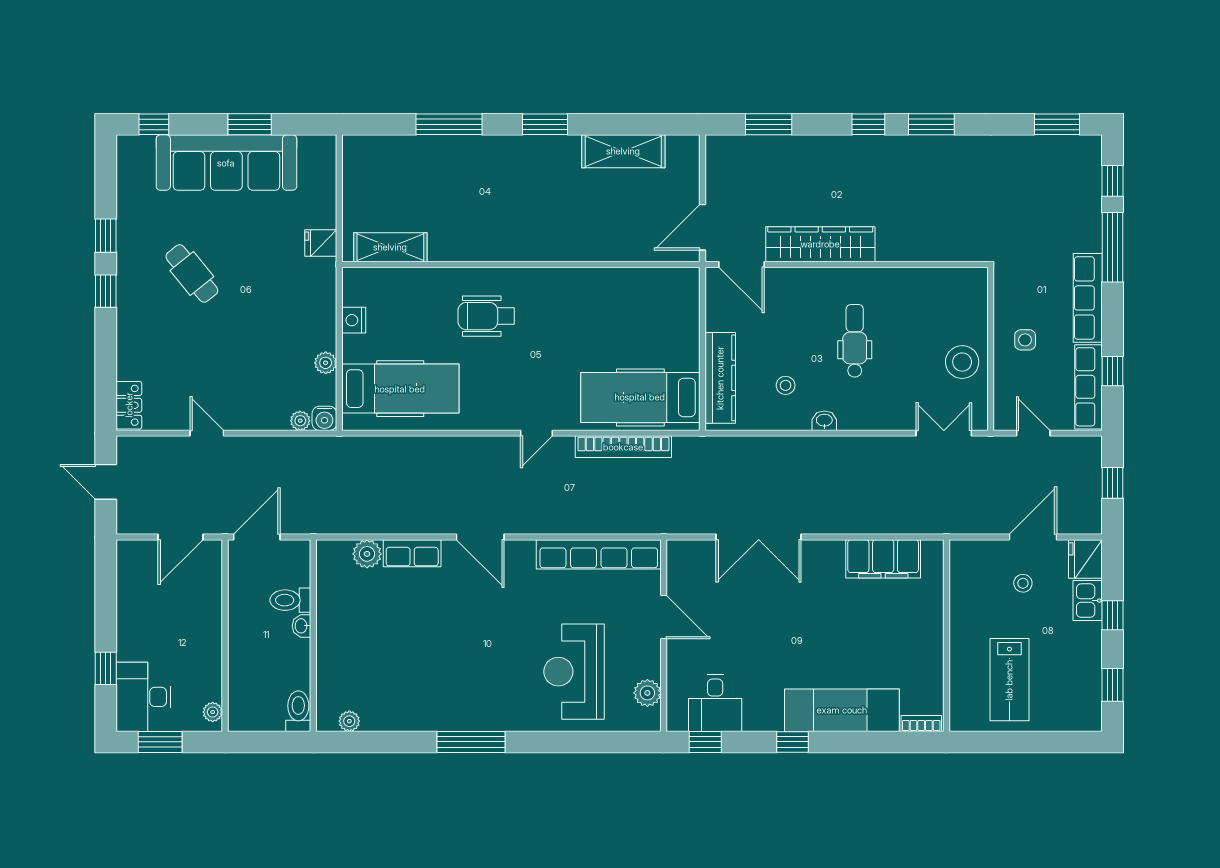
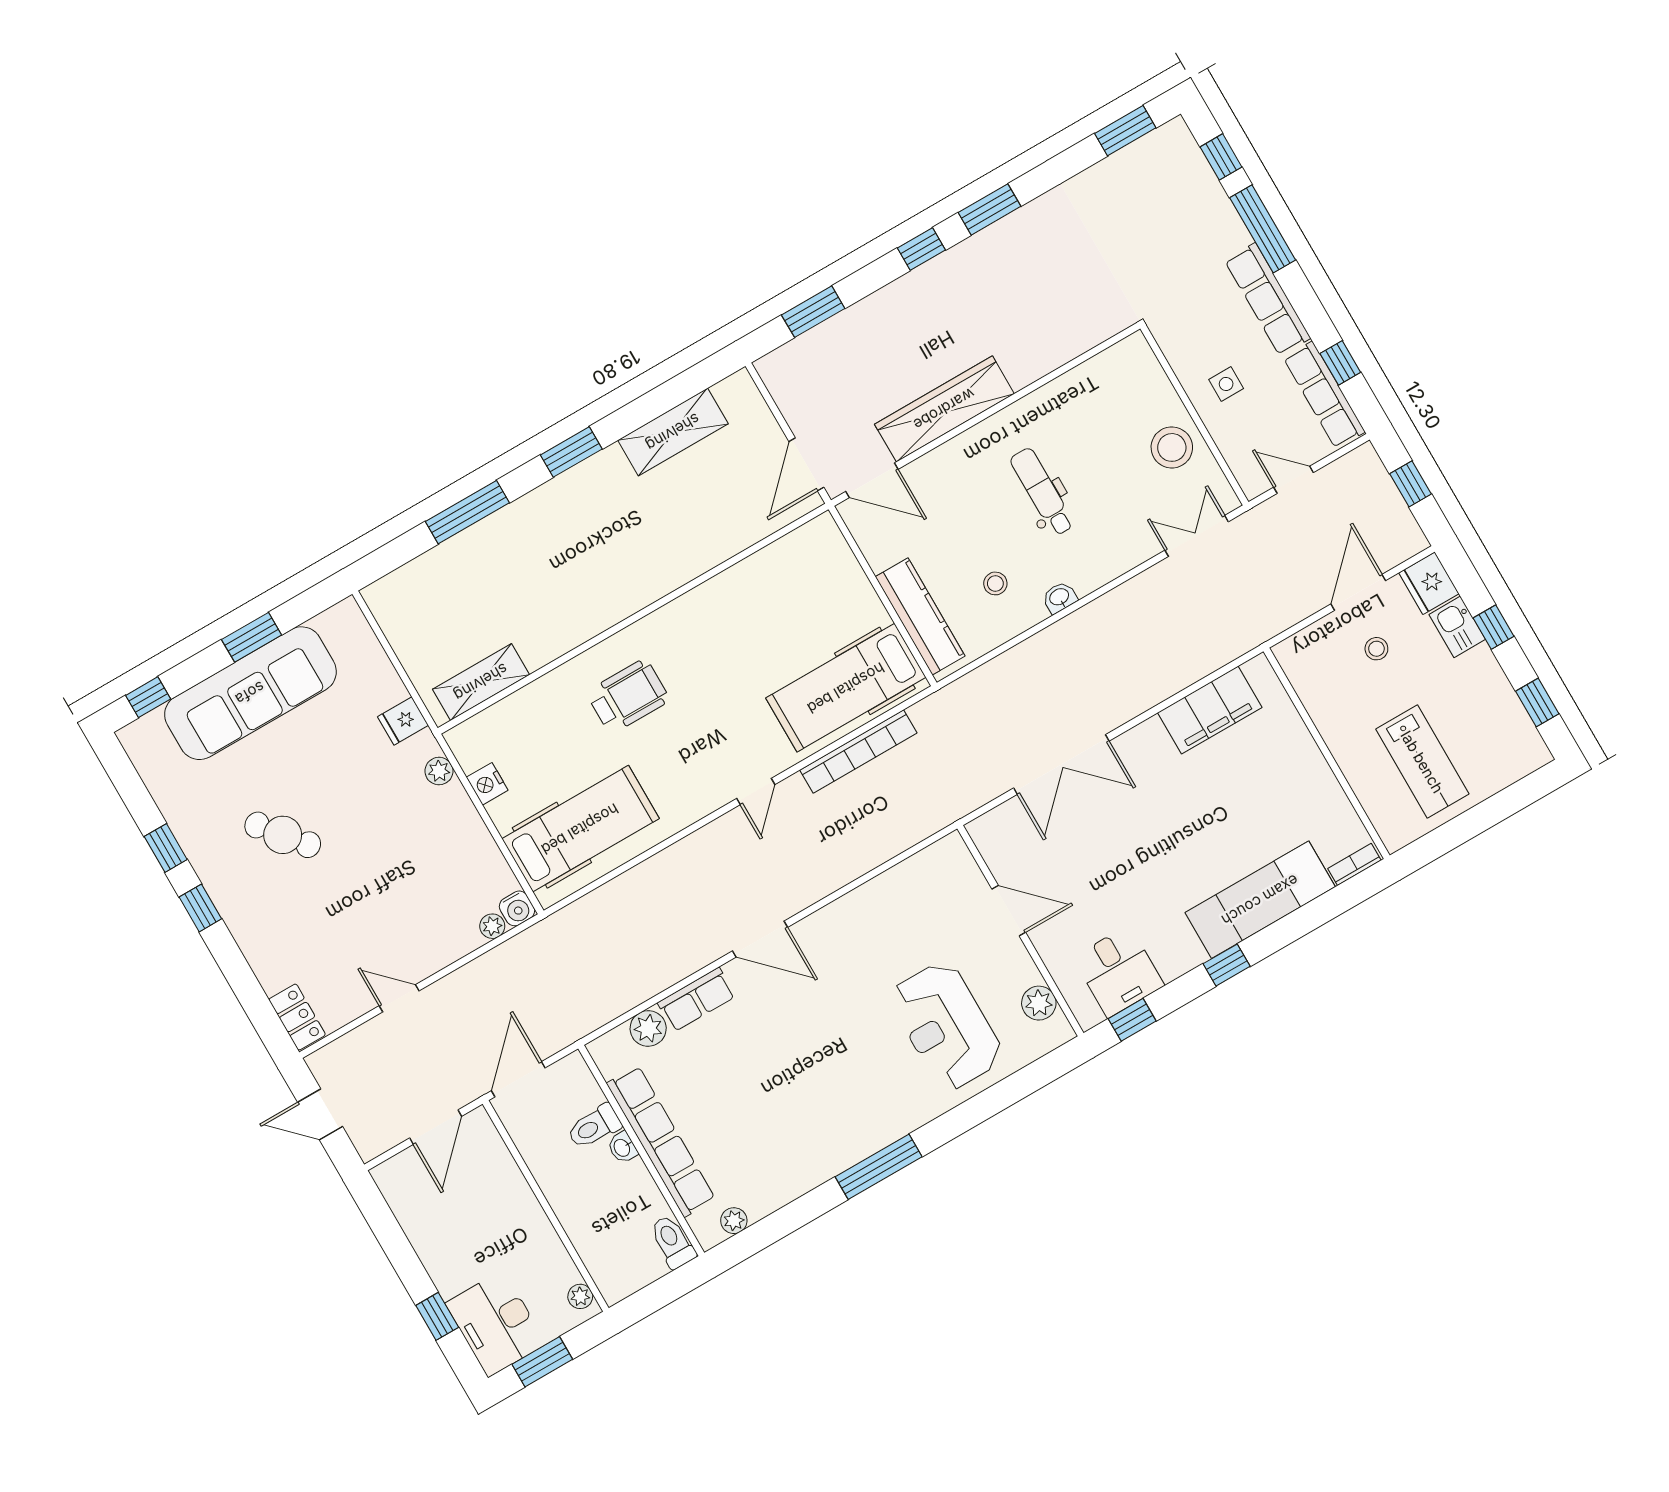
wheelchair: (486, 316) -> (628, 696), turned 180
plant: (326, 363) -> (439, 771), moved
row of seats: (599, 554) -> (661, 1141), moved, turned -90

